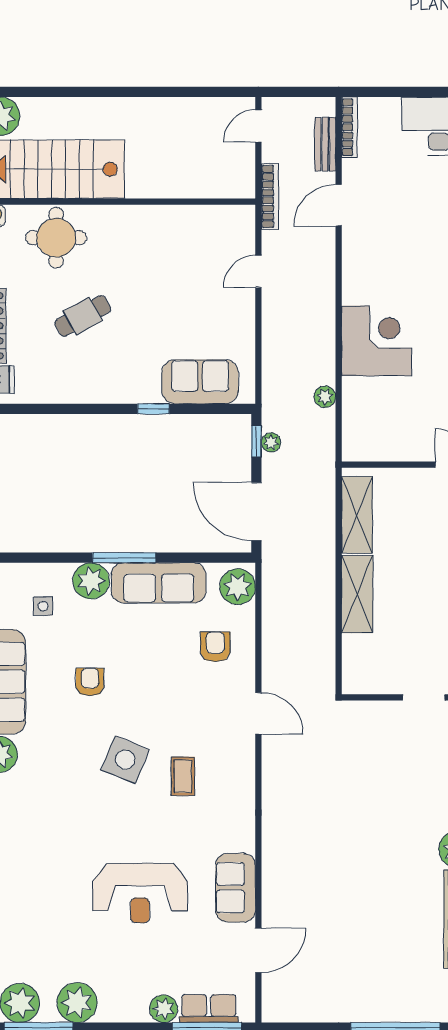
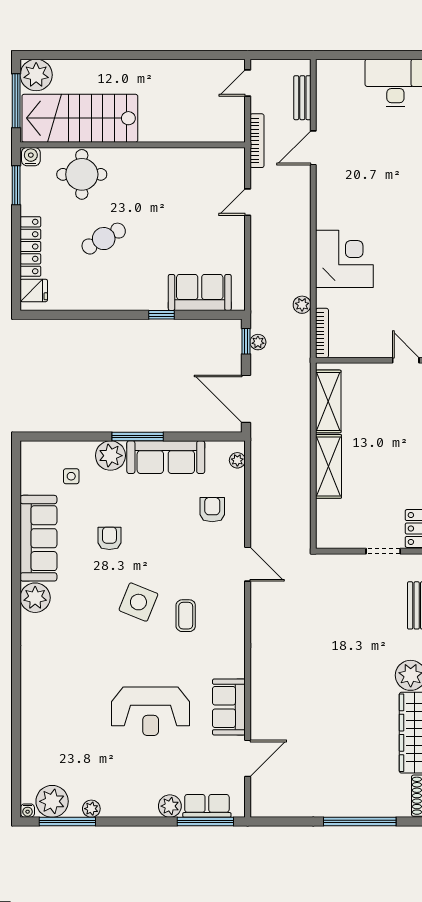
bookcase: (349, 127) -> (322, 333), moved
plant: (238, 587) -> (237, 460), width x0.53, depth x0.53
plant: (77, 1003) -> (91, 809), width x0.53, depth x0.53

